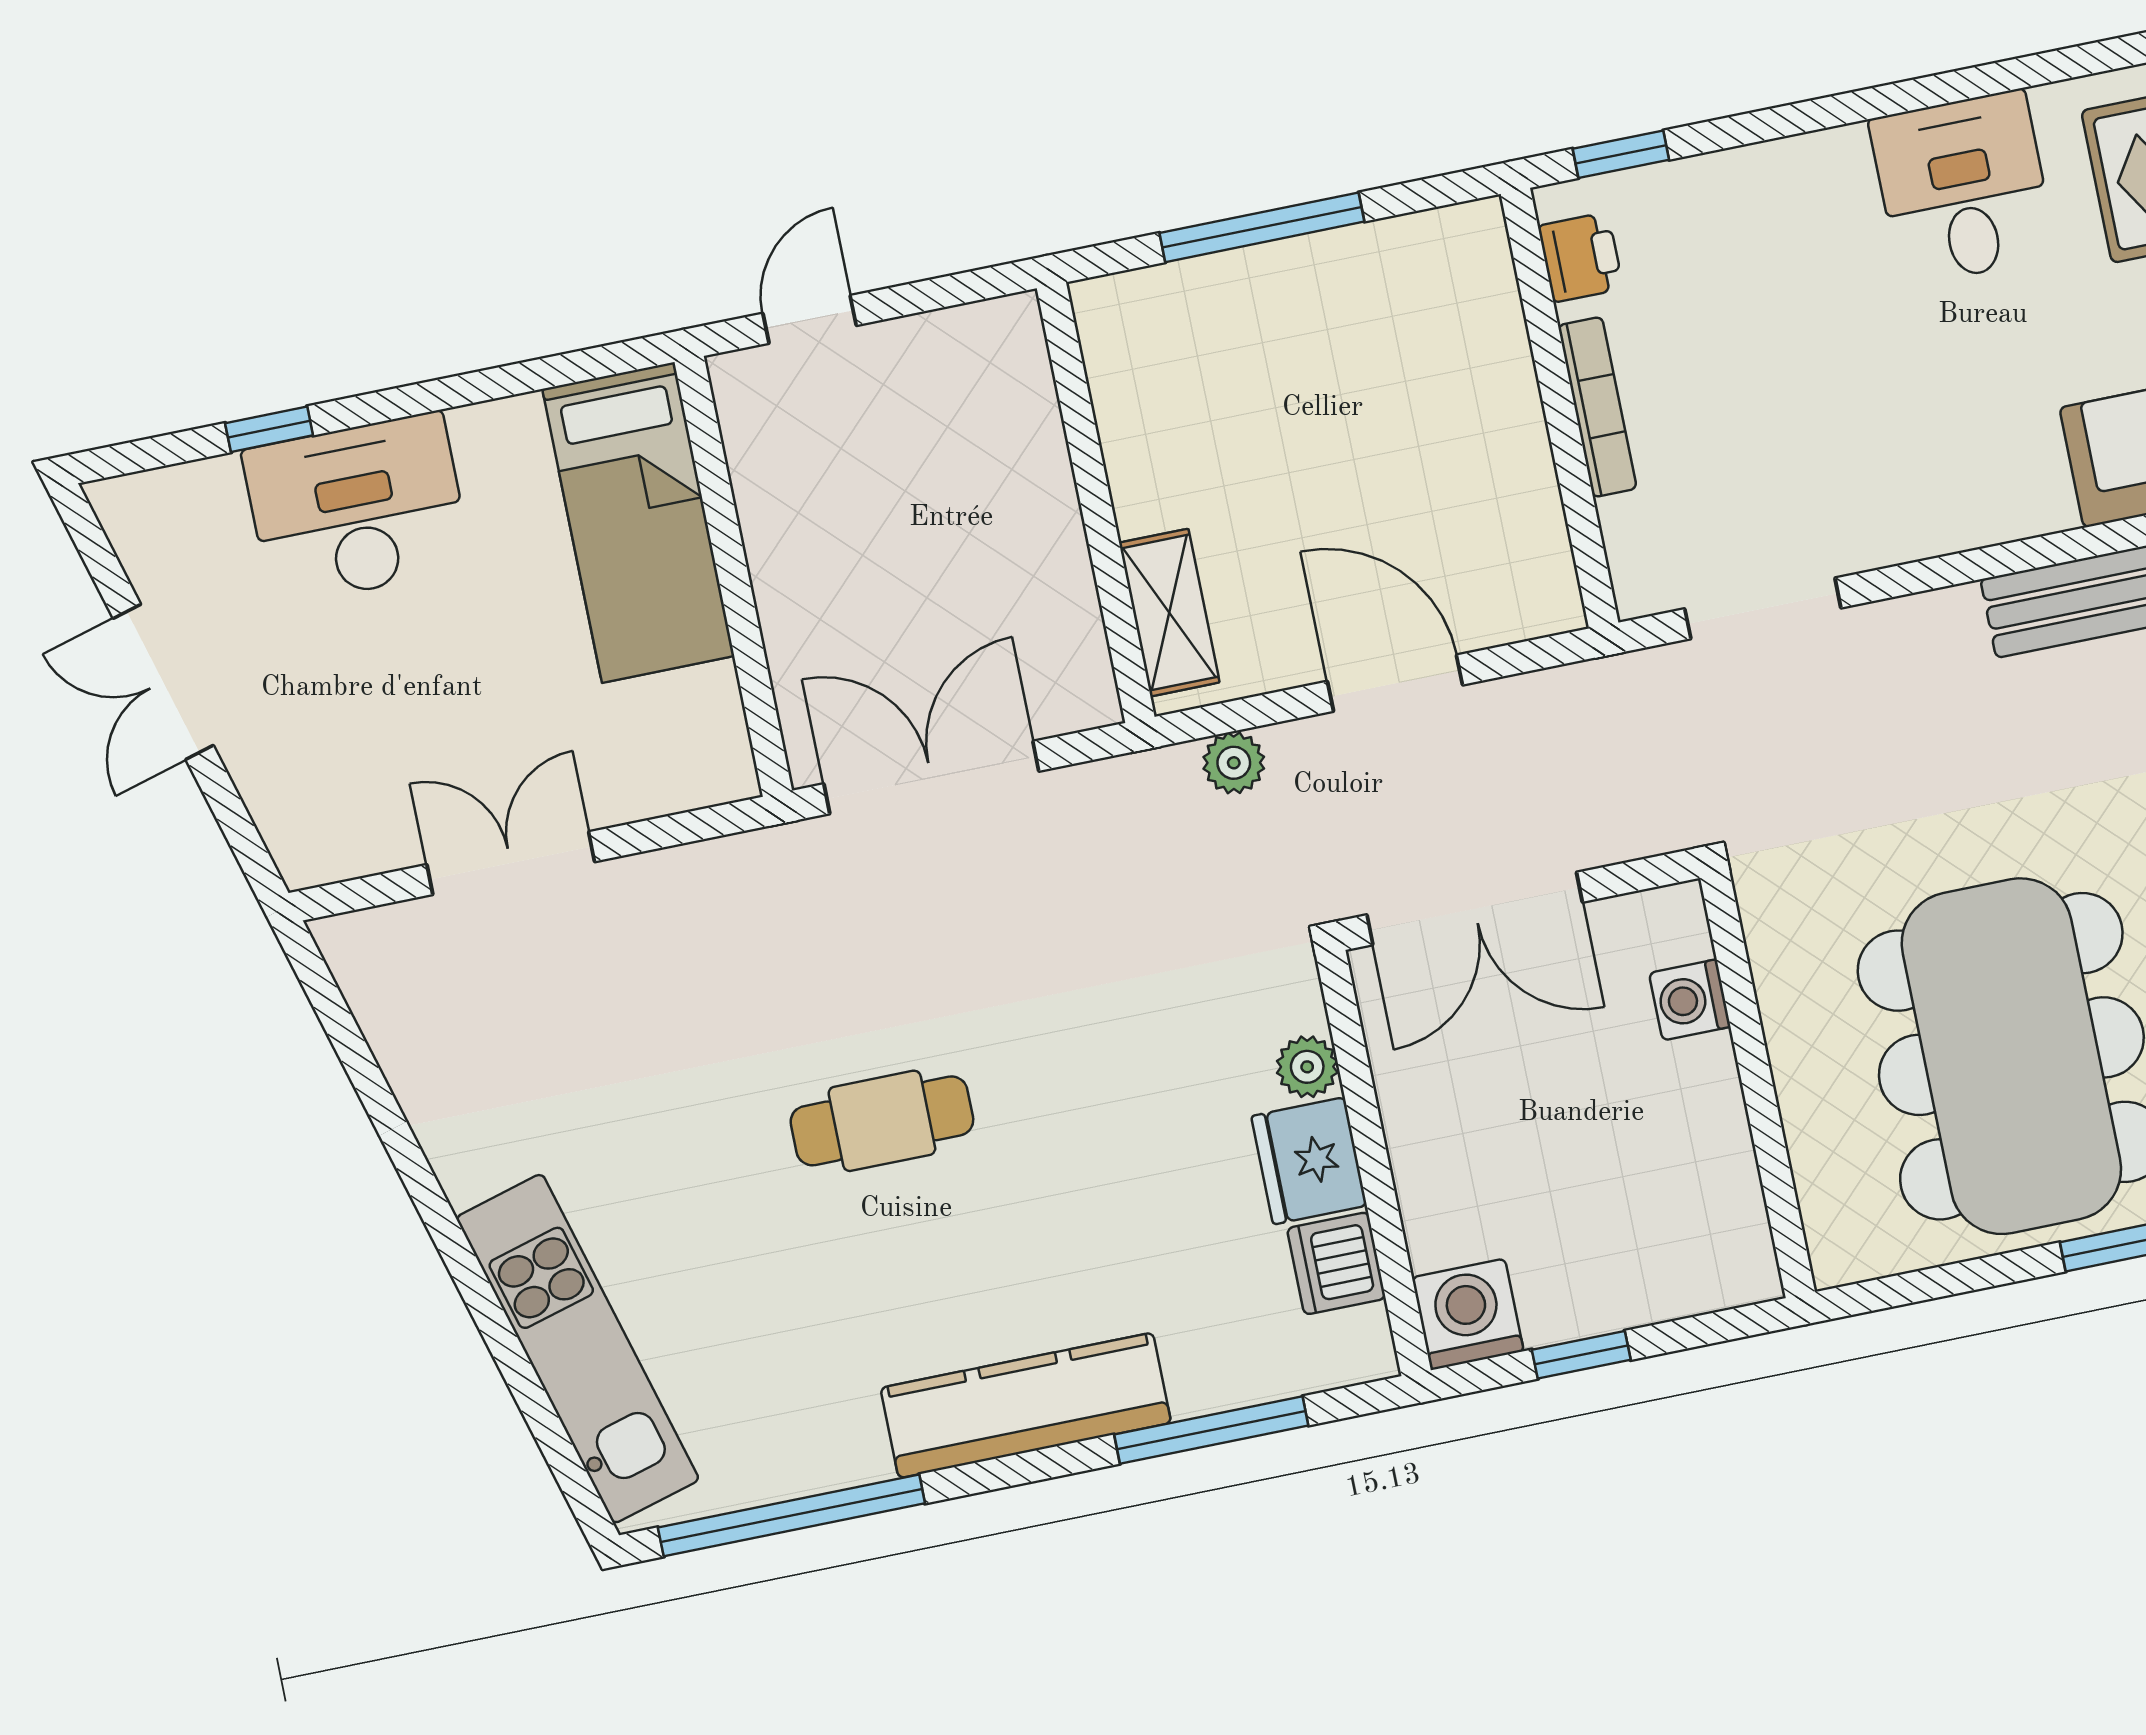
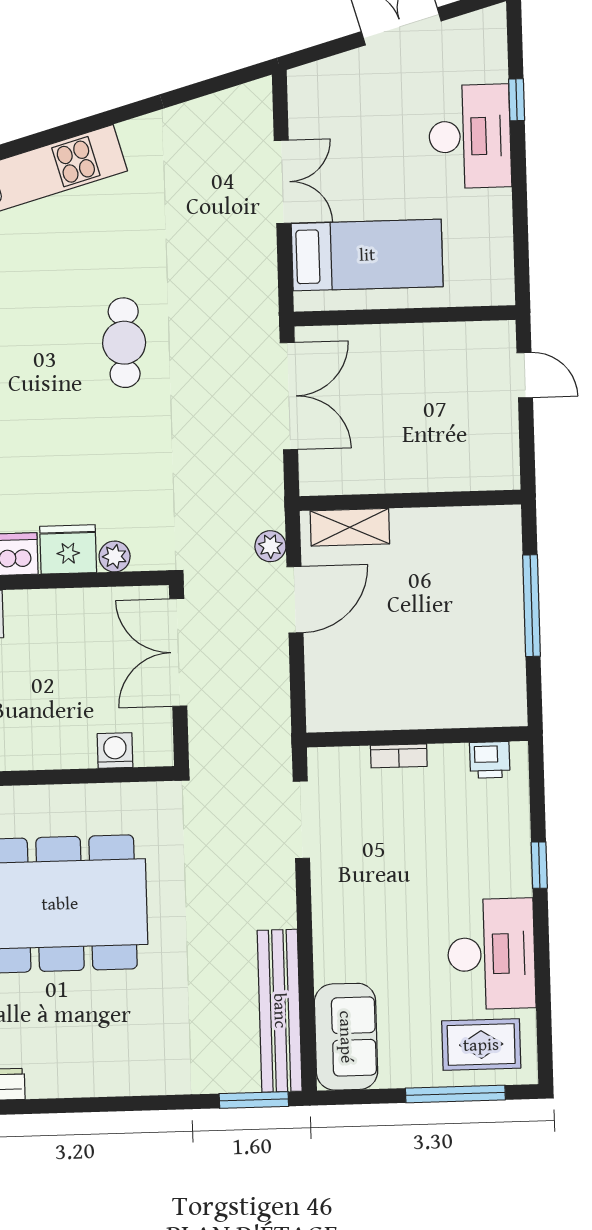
window: (1621, 154) -> (539, 865), moved
desk: (1963, 188) -> (491, 954), width x1.37
bookcase: (1597, 407) -> (399, 756), width x0.64
bed: (638, 522) -> (367, 255), moved, turned 180
door: (1395, 683) -> (295, 600), moved

